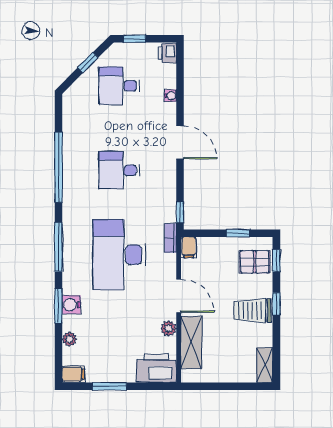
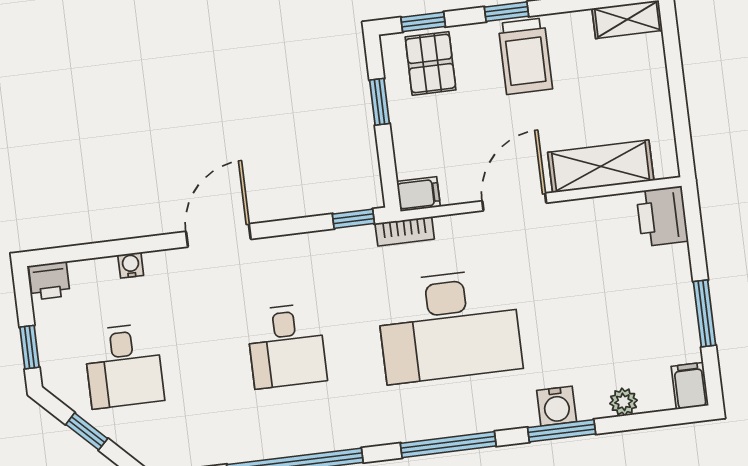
plant: (169, 328) -> (579, 213), removed
printer: (157, 368) -> (662, 216), width x0.73, depth x0.84

